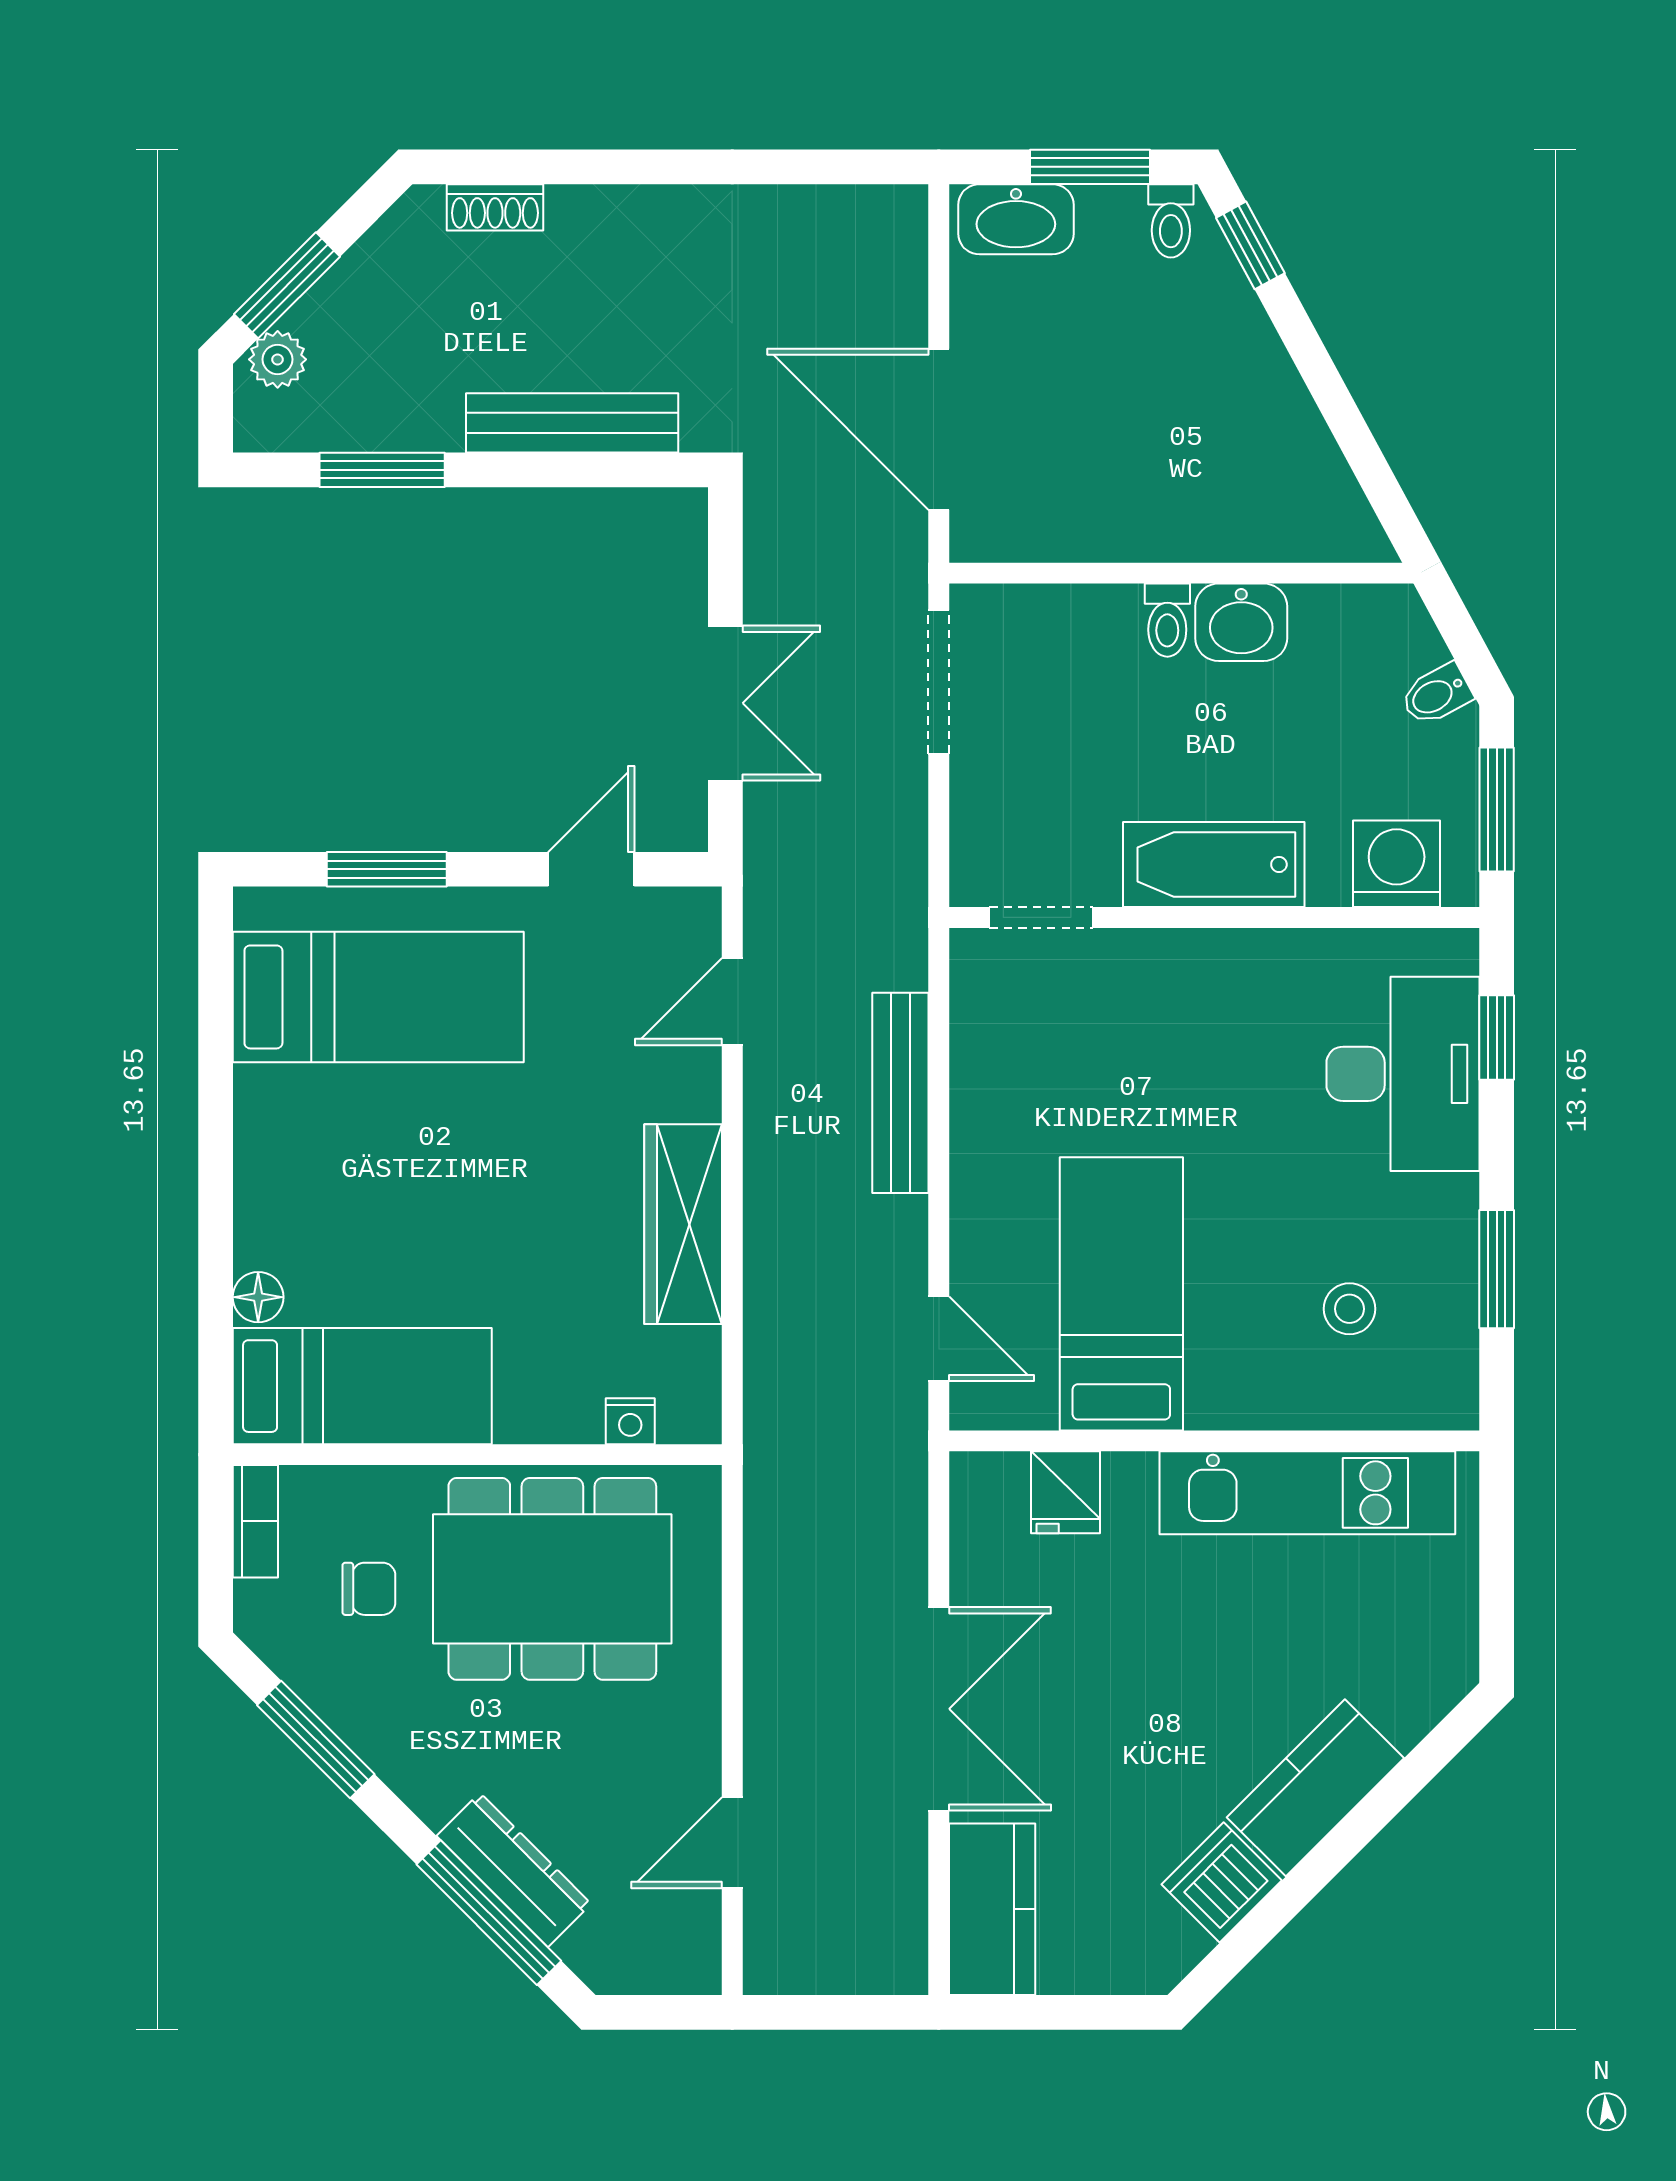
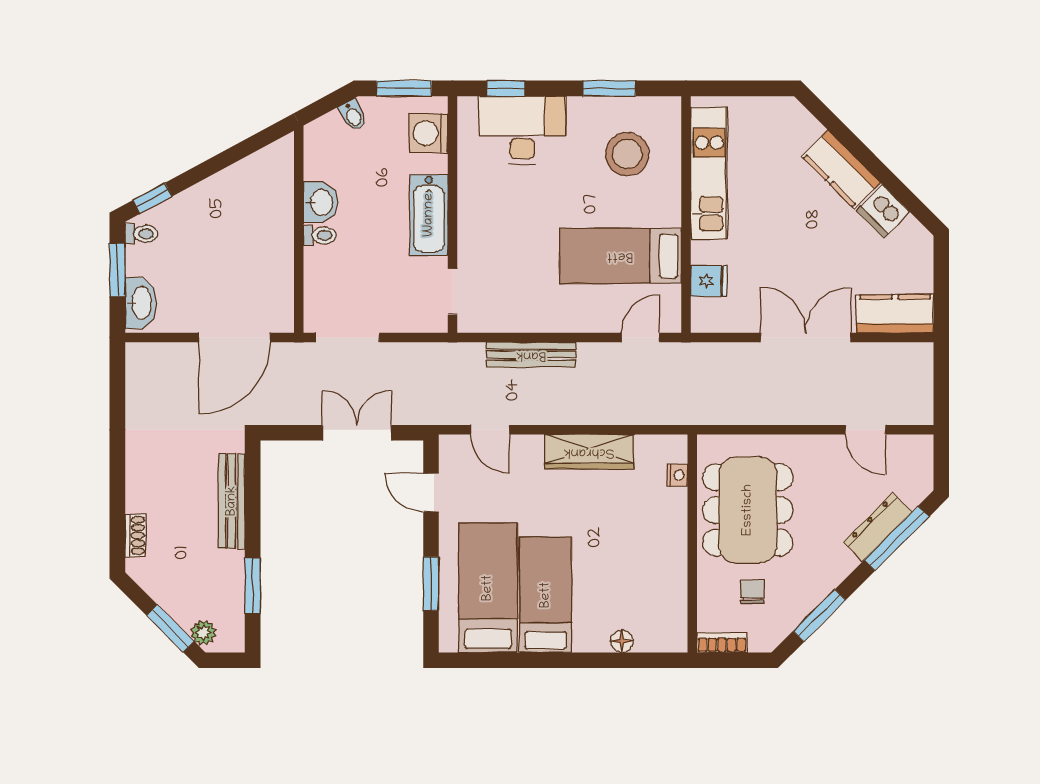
stool: (1349, 1309) -> (627, 154), width x1.89, depth x1.89
bed: (362, 1386) -> (546, 595), moved

